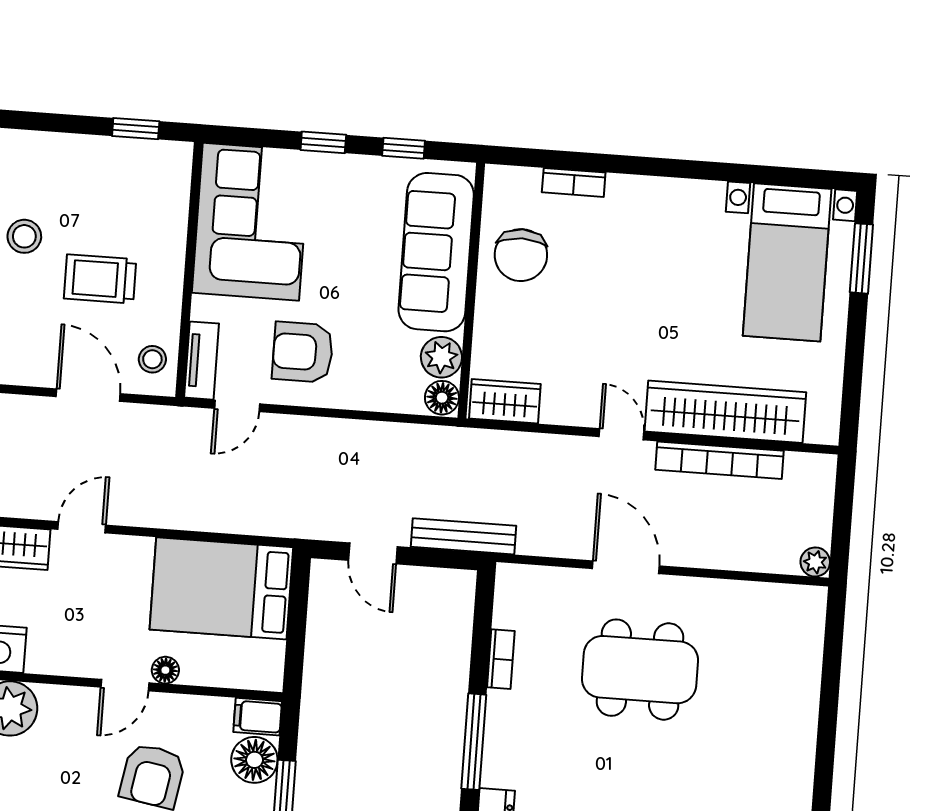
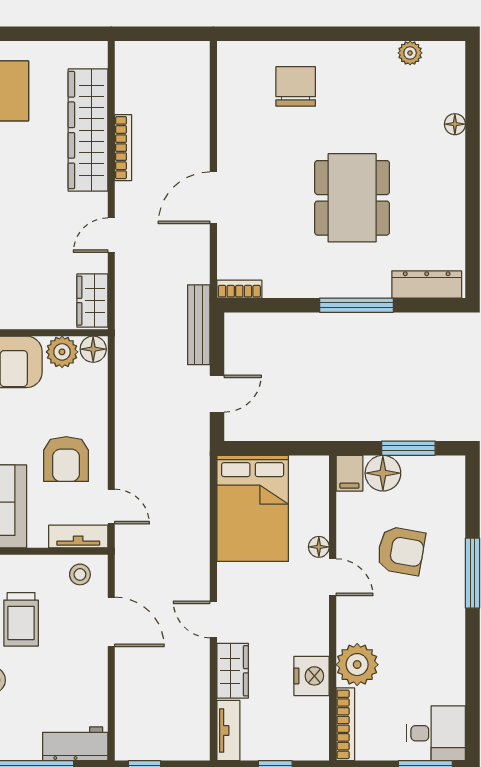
door: (88, 395) -> (111, 622), swing flipped
door: (621, 434) -> (111, 235), moved
bookcase: (720, 460) -> (123, 148), width x0.68, depth x0.76
plant: (815, 562) -> (199, 52), removed
bookcase: (501, 659) -> (239, 289), moved
dining table: (640, 670) -> (352, 198), moved
chair: (762, 684) -> (296, 86), added

